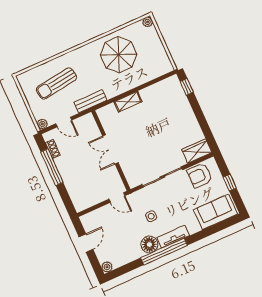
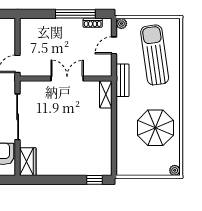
sun lounger: (56, 83) -> (155, 55), width x1.36, depth x1.34
shelving: (128, 102) -> (106, 94), moved

